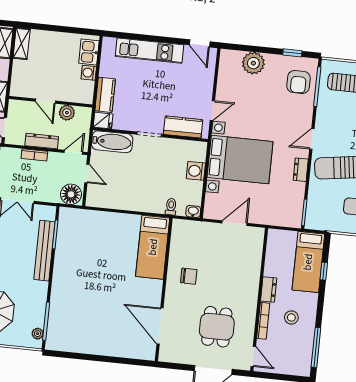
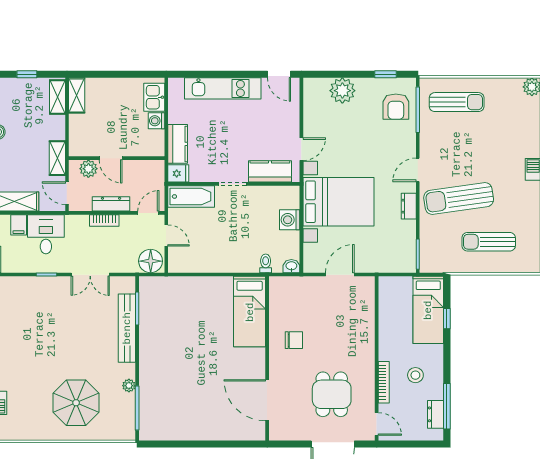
plant: (67, 113) -> (88, 169), moved
dresser: (269, 289) -> (436, 414), moved, turned 180
plant: (38, 334) -> (129, 386), moved

